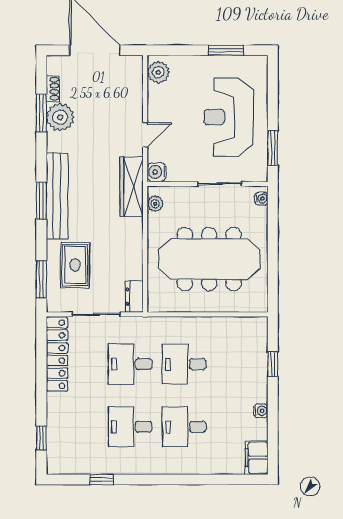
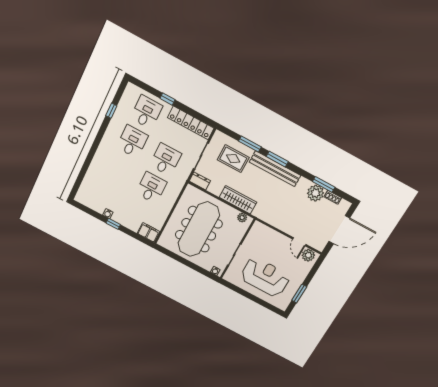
door: (145, 135) -> (299, 242), moved
window: (273, 148) -> (237, 290), removed
water cooler: (157, 172) -> (258, 227), removed
wardrobe: (132, 187) -> (238, 200), moved
window: (41, 280) -> (250, 144), moved
window: (273, 364) -> (113, 224), moved
desk: (184, 427) -> (146, 112), moved
window: (41, 438) -> (168, 99), moved
filing cabinet: (257, 458) -> (149, 232), moved

